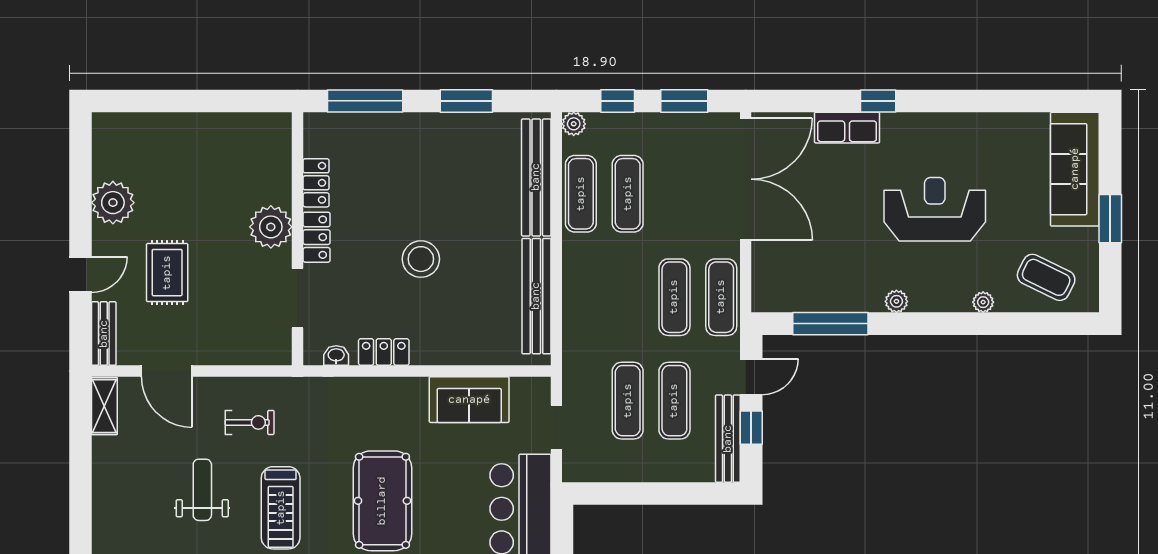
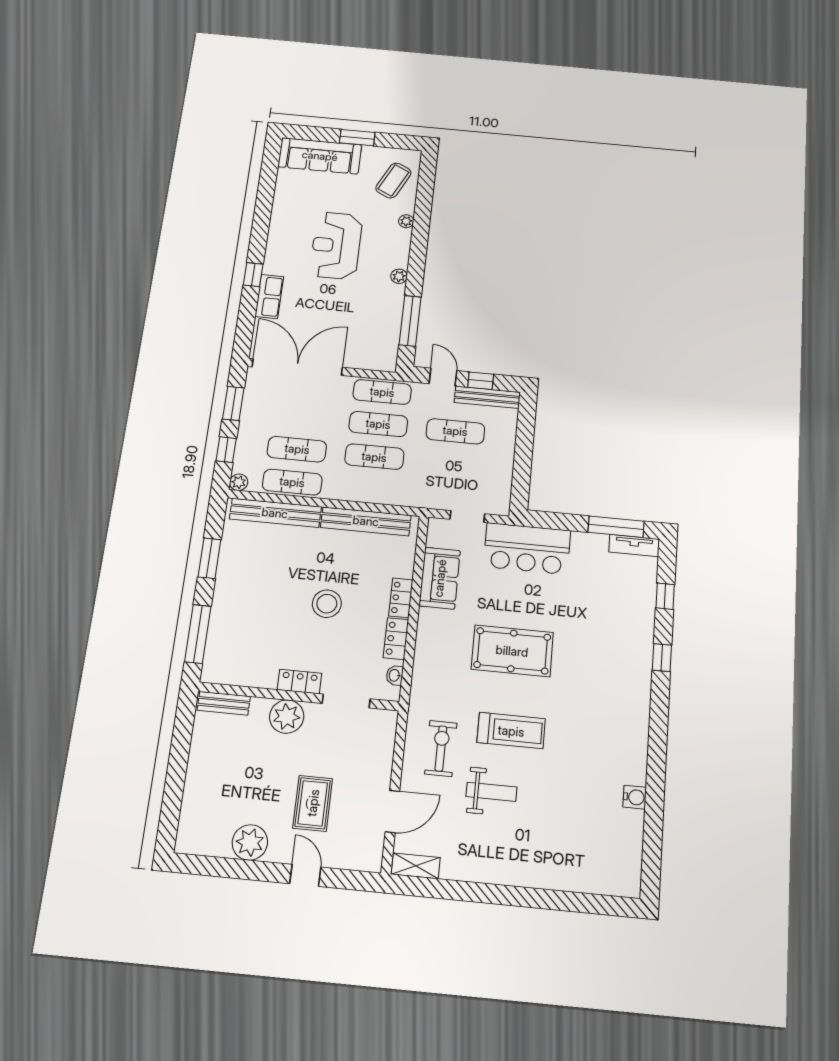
locker: (316, 183) -> (401, 598), moved, turned -90
rug: (167, 273) -> (313, 803), turned 90
bench: (104, 334) -> (224, 703), moved
exercise mat: (628, 401) -> (374, 457), moved
exercise bike: (250, 422) -> (441, 748), width x1.38, depth x1.39
weight bench: (202, 490) -> (491, 792), turned 180

